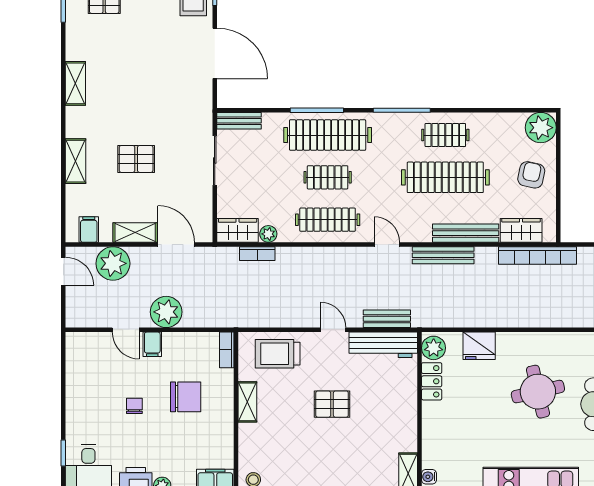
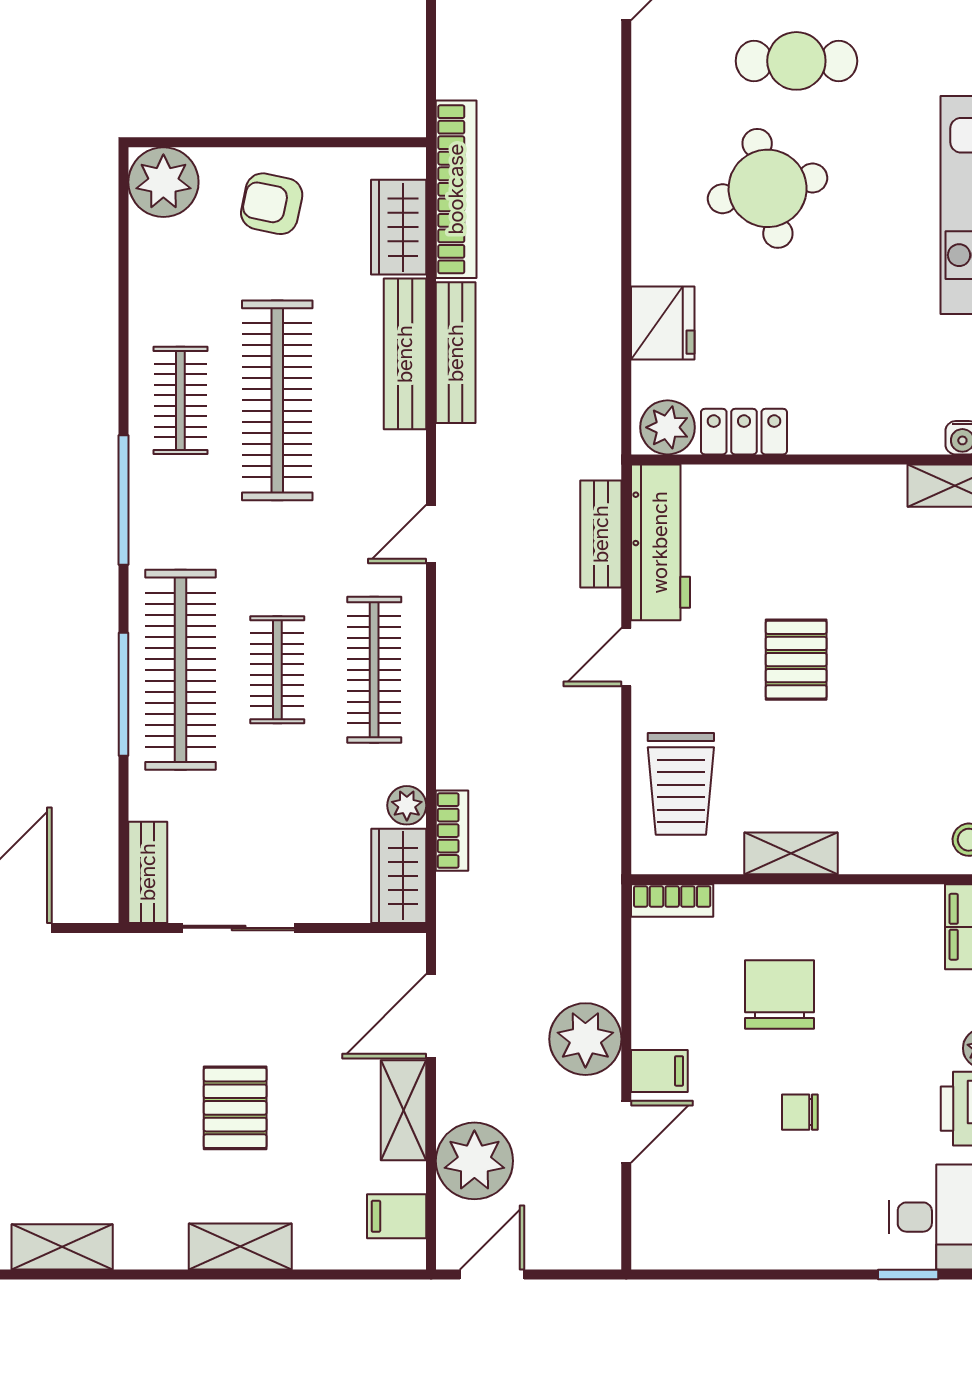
bench: (443, 255) -> (456, 353), moved

